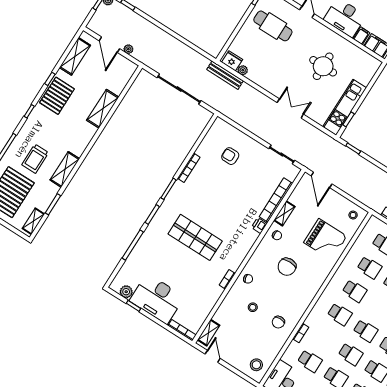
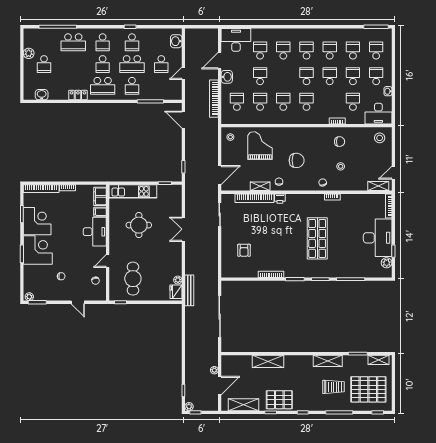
kitchen unit: (345, 107) -> (133, 191), moved

